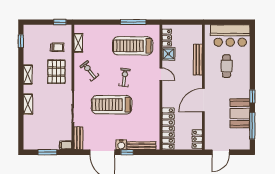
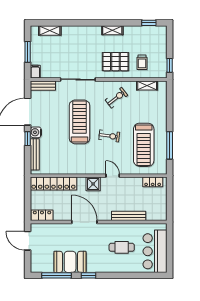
treadmill: (133, 46) -> (144, 145), turned 180
shower: (168, 54) -> (93, 184), moved
door: (161, 74) -> (113, 176), swing flipped
shelving: (28, 104) -> (50, 31), moved

